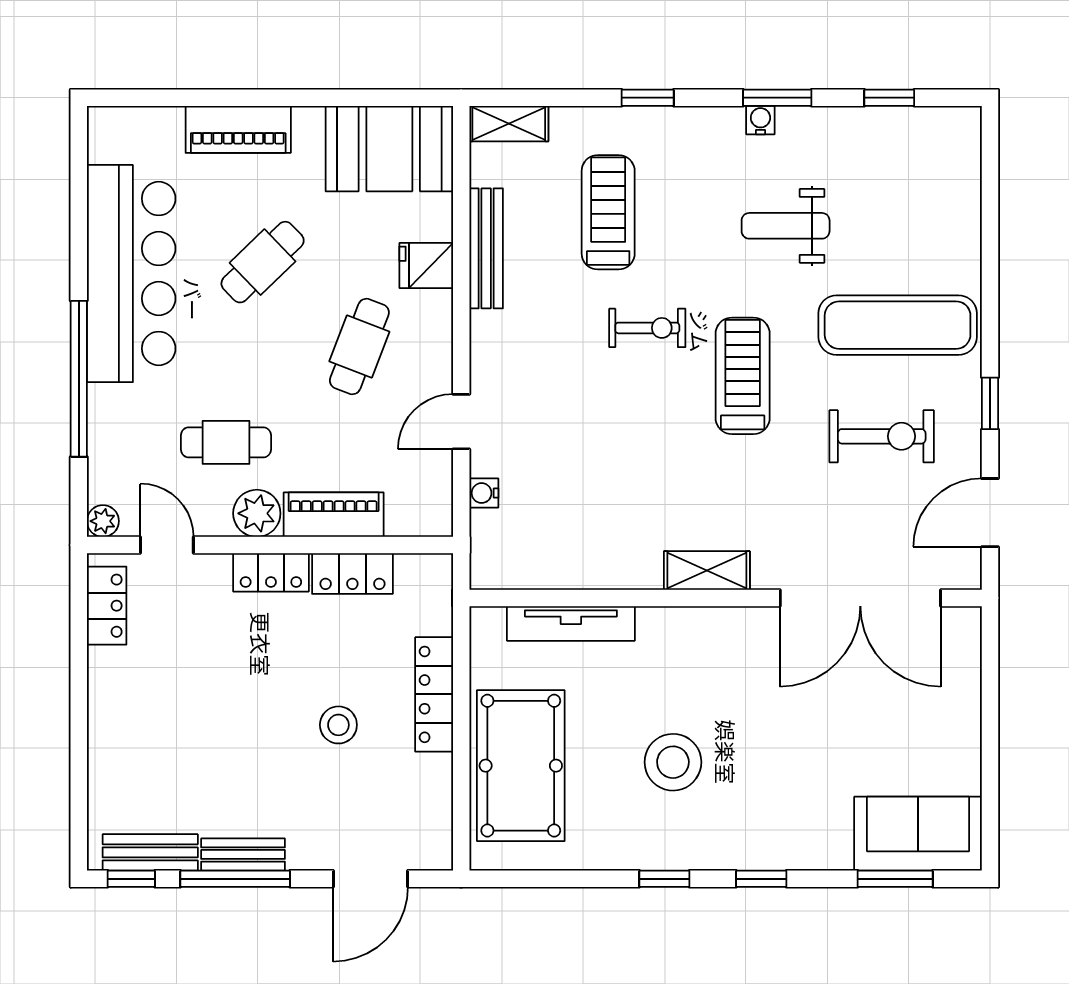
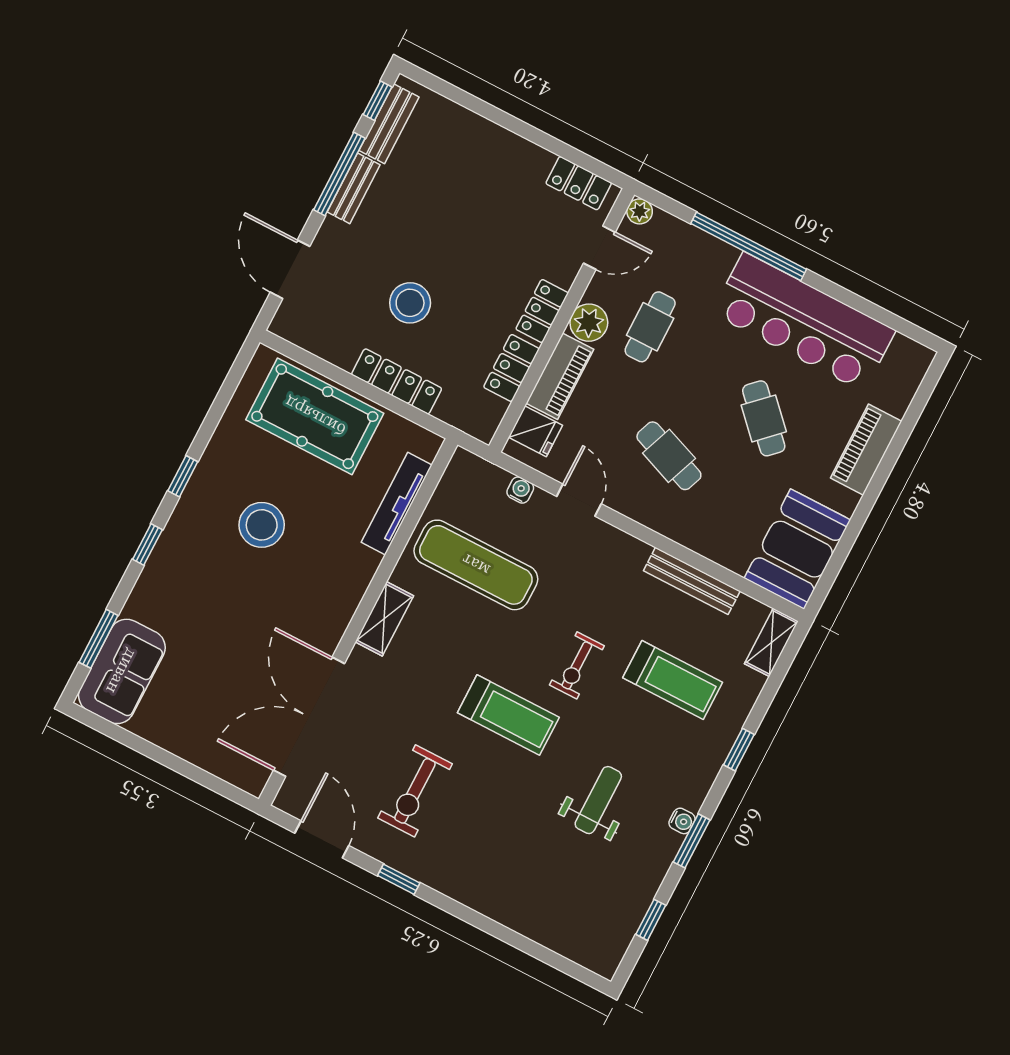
fridge: (426, 265) -> (535, 431), moved, turned 90
exercise mat: (898, 325) -> (476, 565), moved, turned 90
stool: (338, 725) -> (410, 303), width x1.38, depth x1.38

